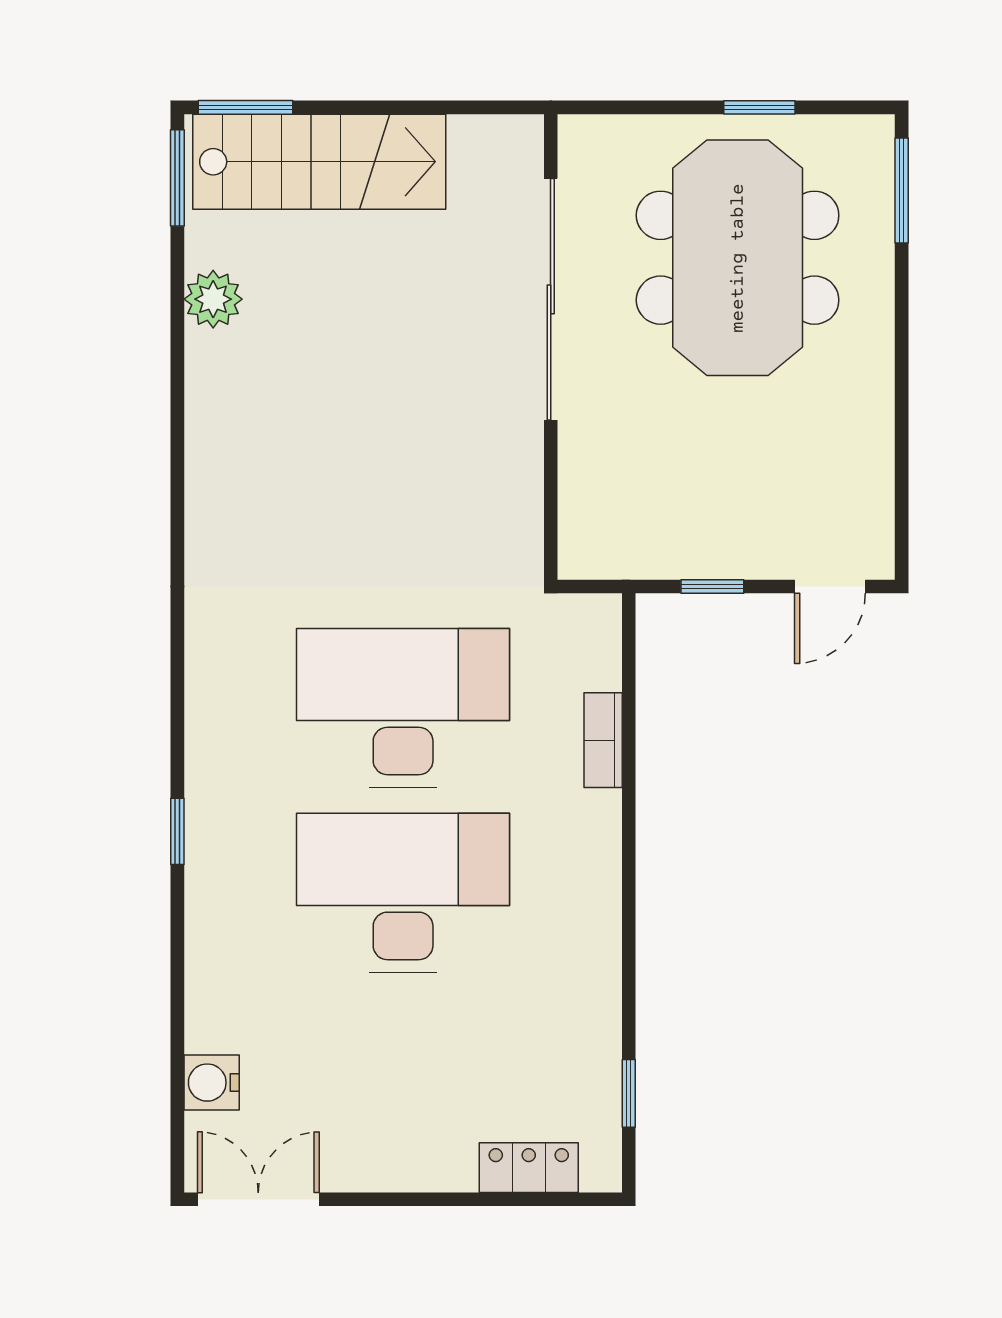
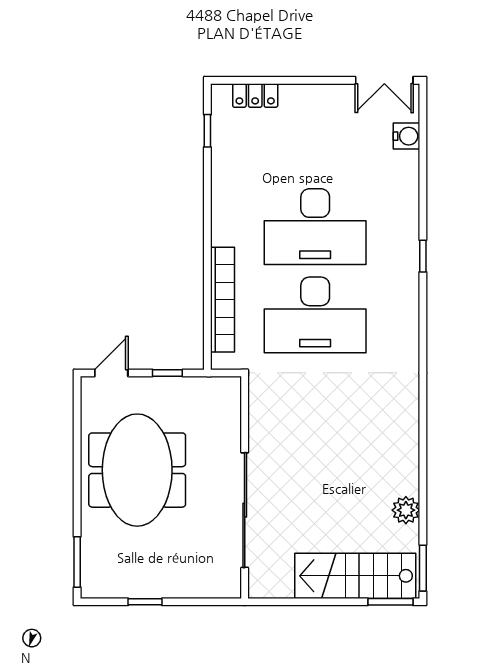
meeting table: (738, 258) -> (137, 470), moved
bookcase: (603, 740) -> (223, 300), width x2.31, depth x1.31

